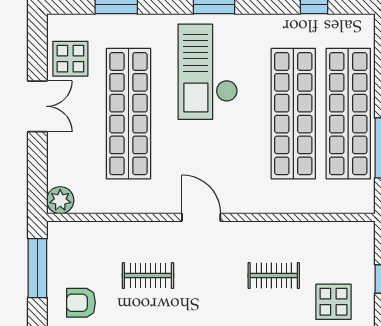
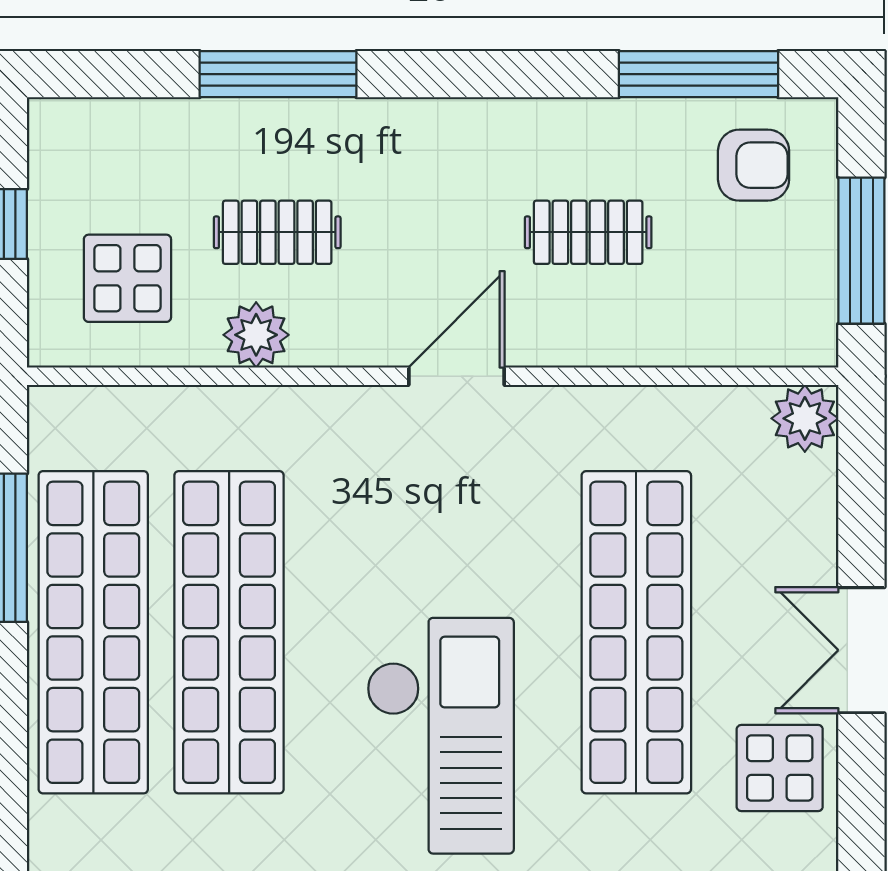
door: (201, 217) -> (457, 376), swing flipped
plant: (282, 234) -> (256, 335), added
display table: (333, 302) -> (127, 278), moved

